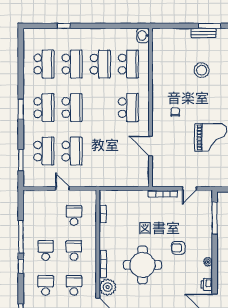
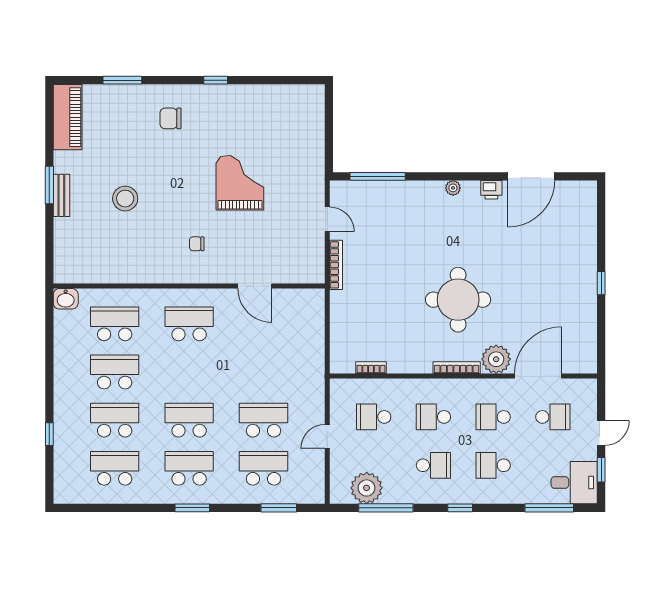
door: (151, 146) -> (255, 286), hinge flipped
plant: (32, 211) -> (367, 488), added
window: (21, 237) -> (386, 508), moved
armchair: (178, 248) -> (429, 238), removed
school desk: (46, 250) -> (433, 465), turned 180

